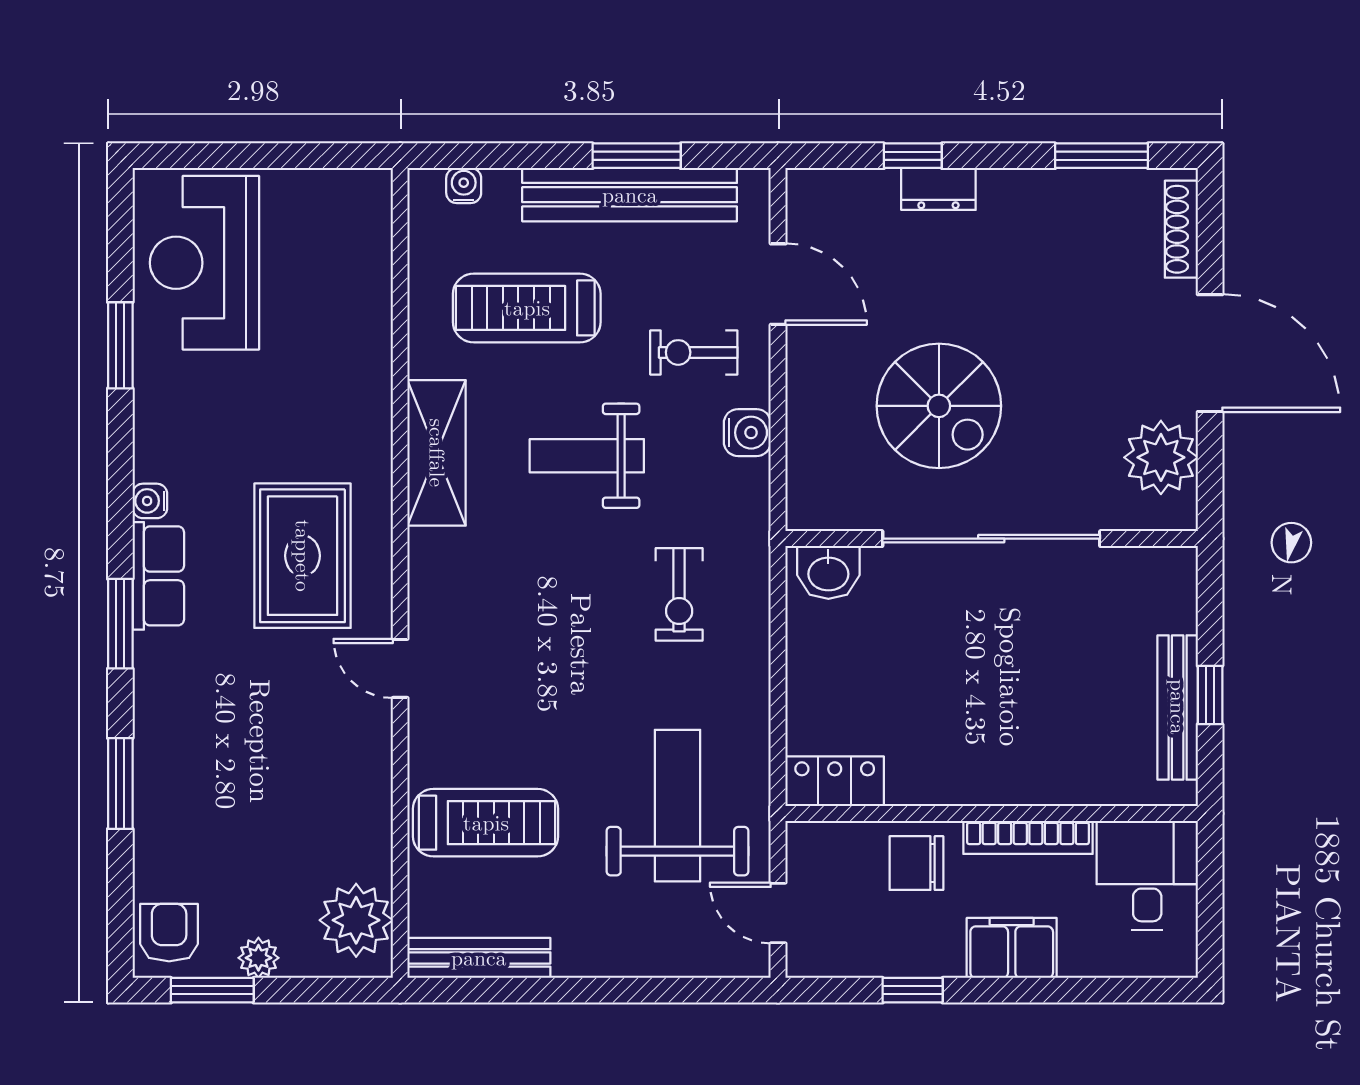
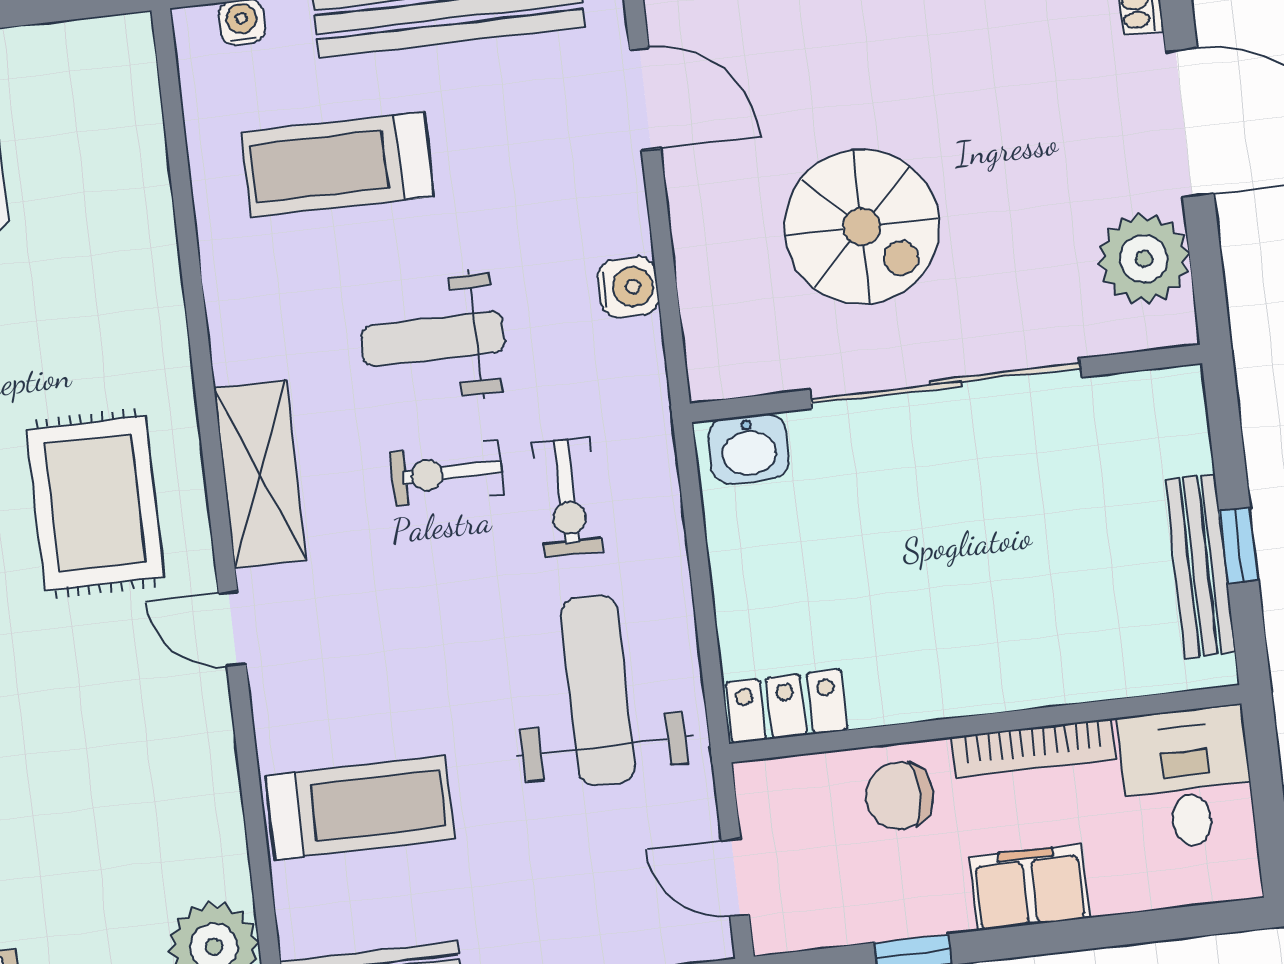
exercise bike: (694, 352) -> (447, 473), moved
shelving: (437, 453) -> (260, 474), moved
weight bench: (677, 806) -> (598, 690), moved

